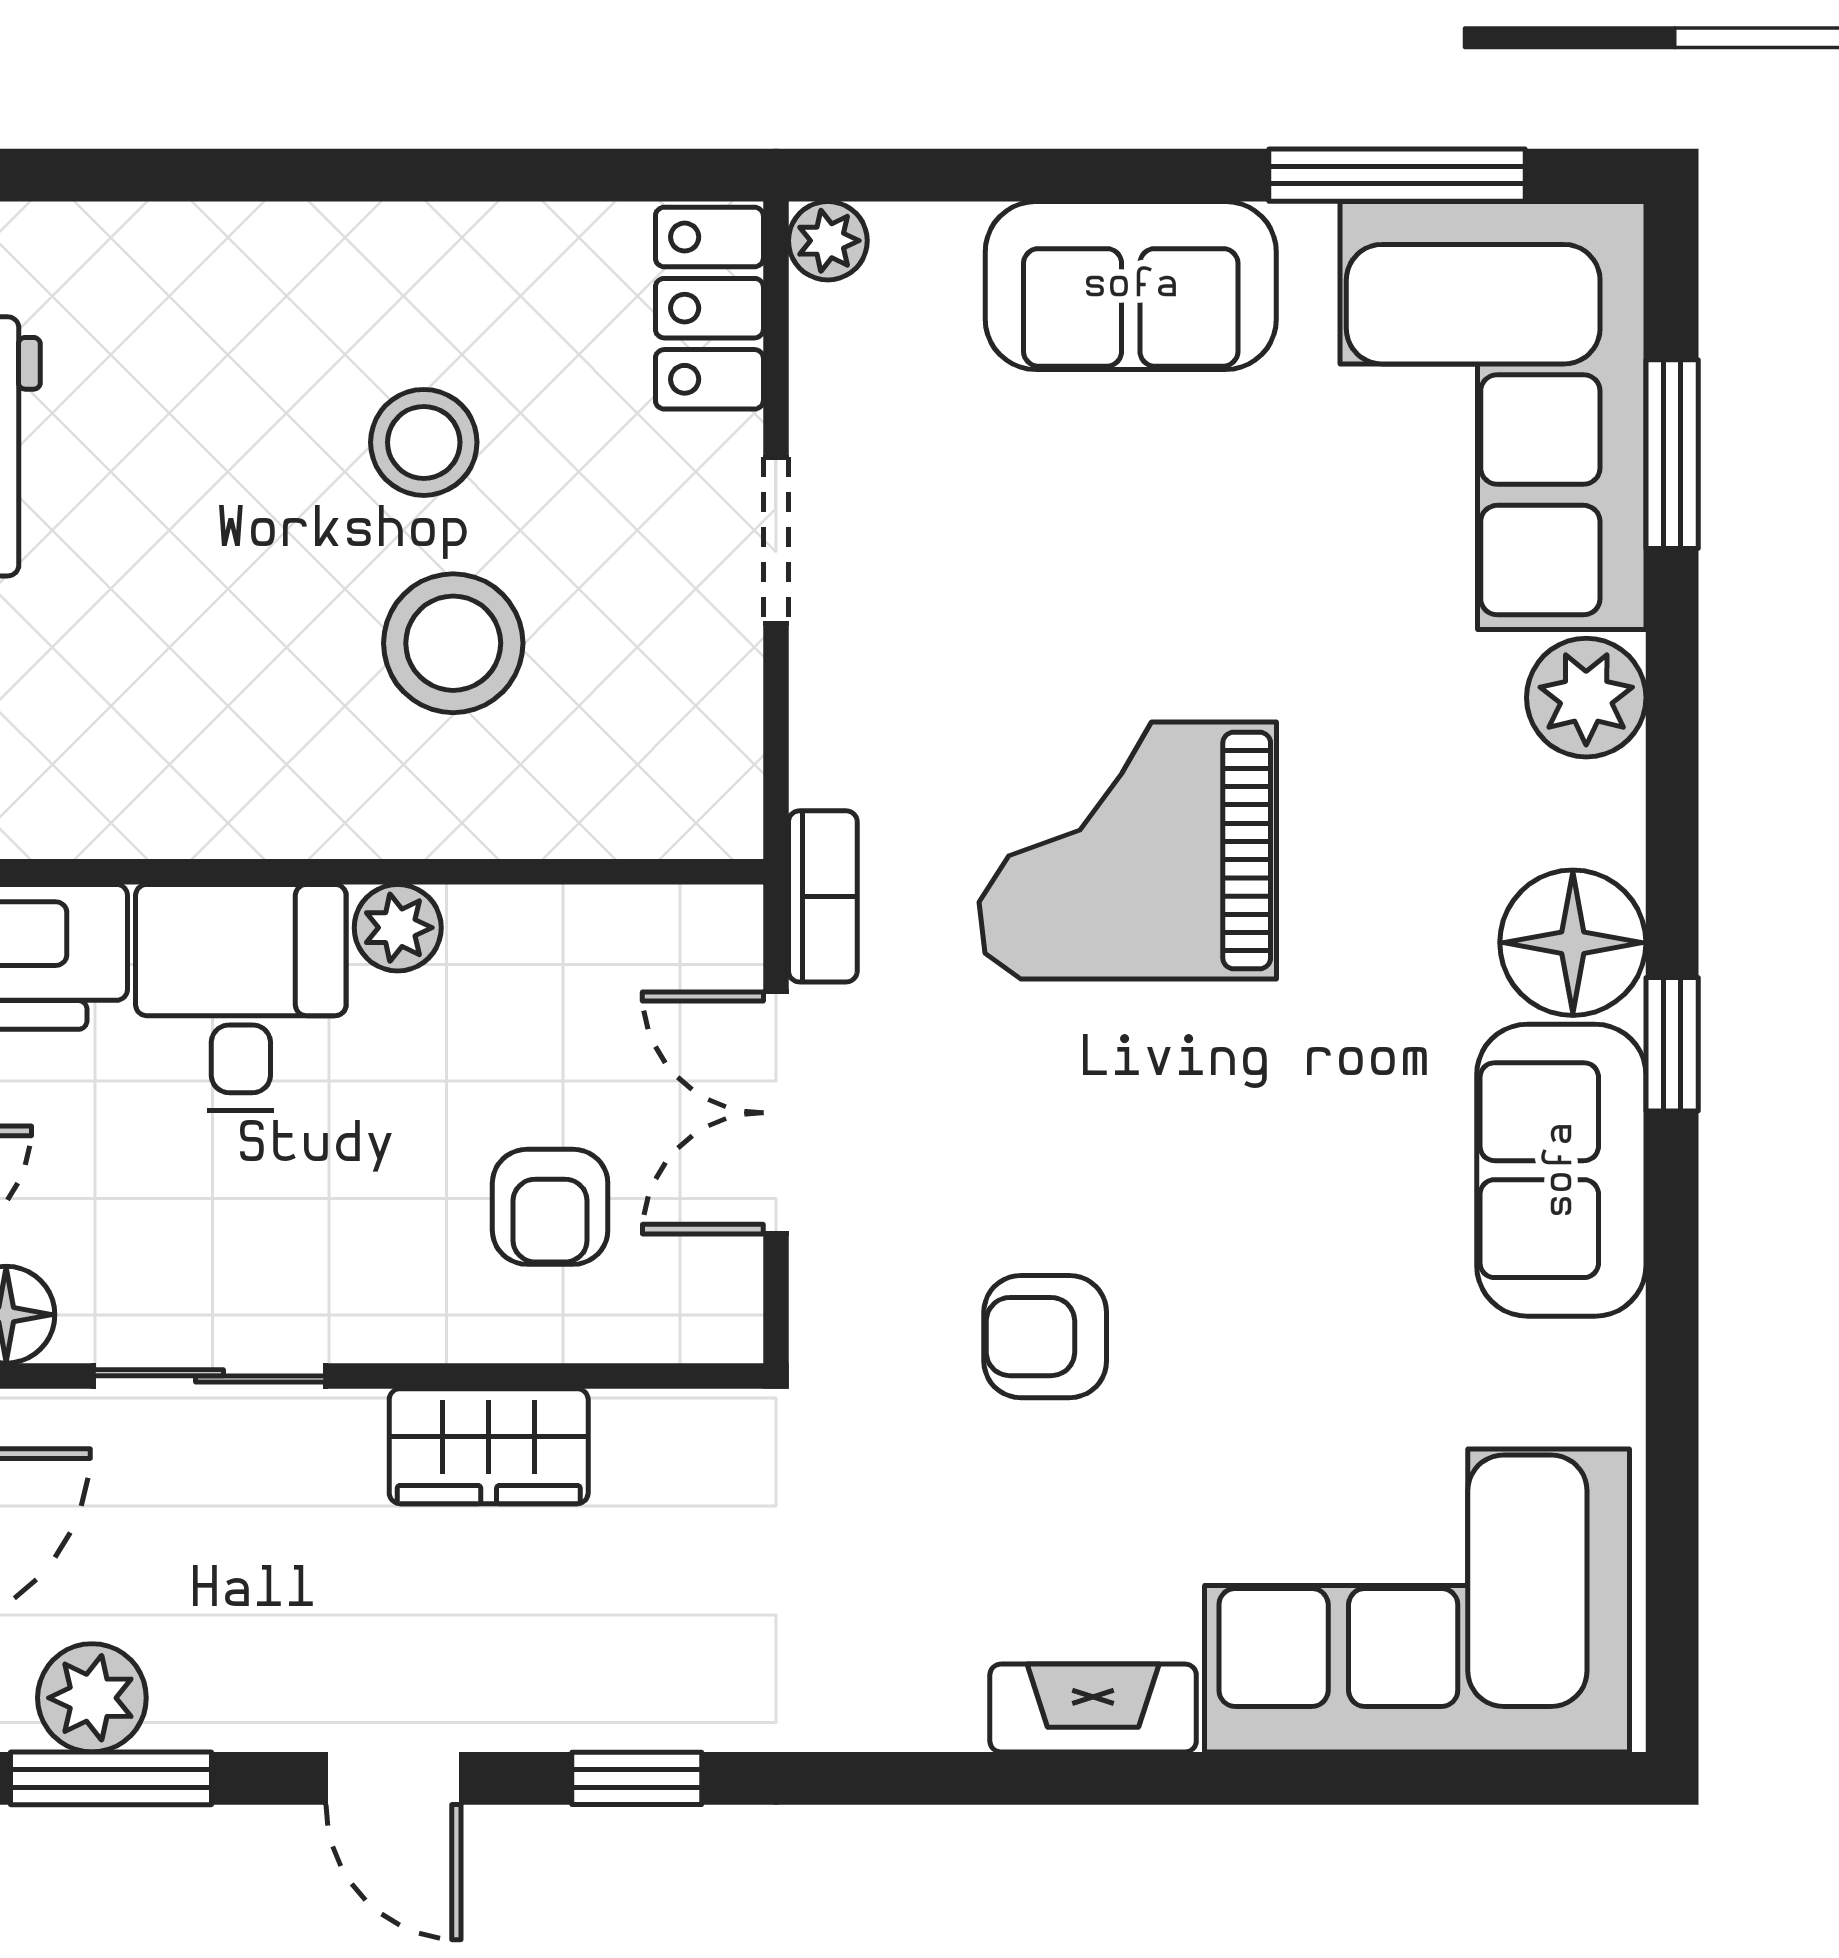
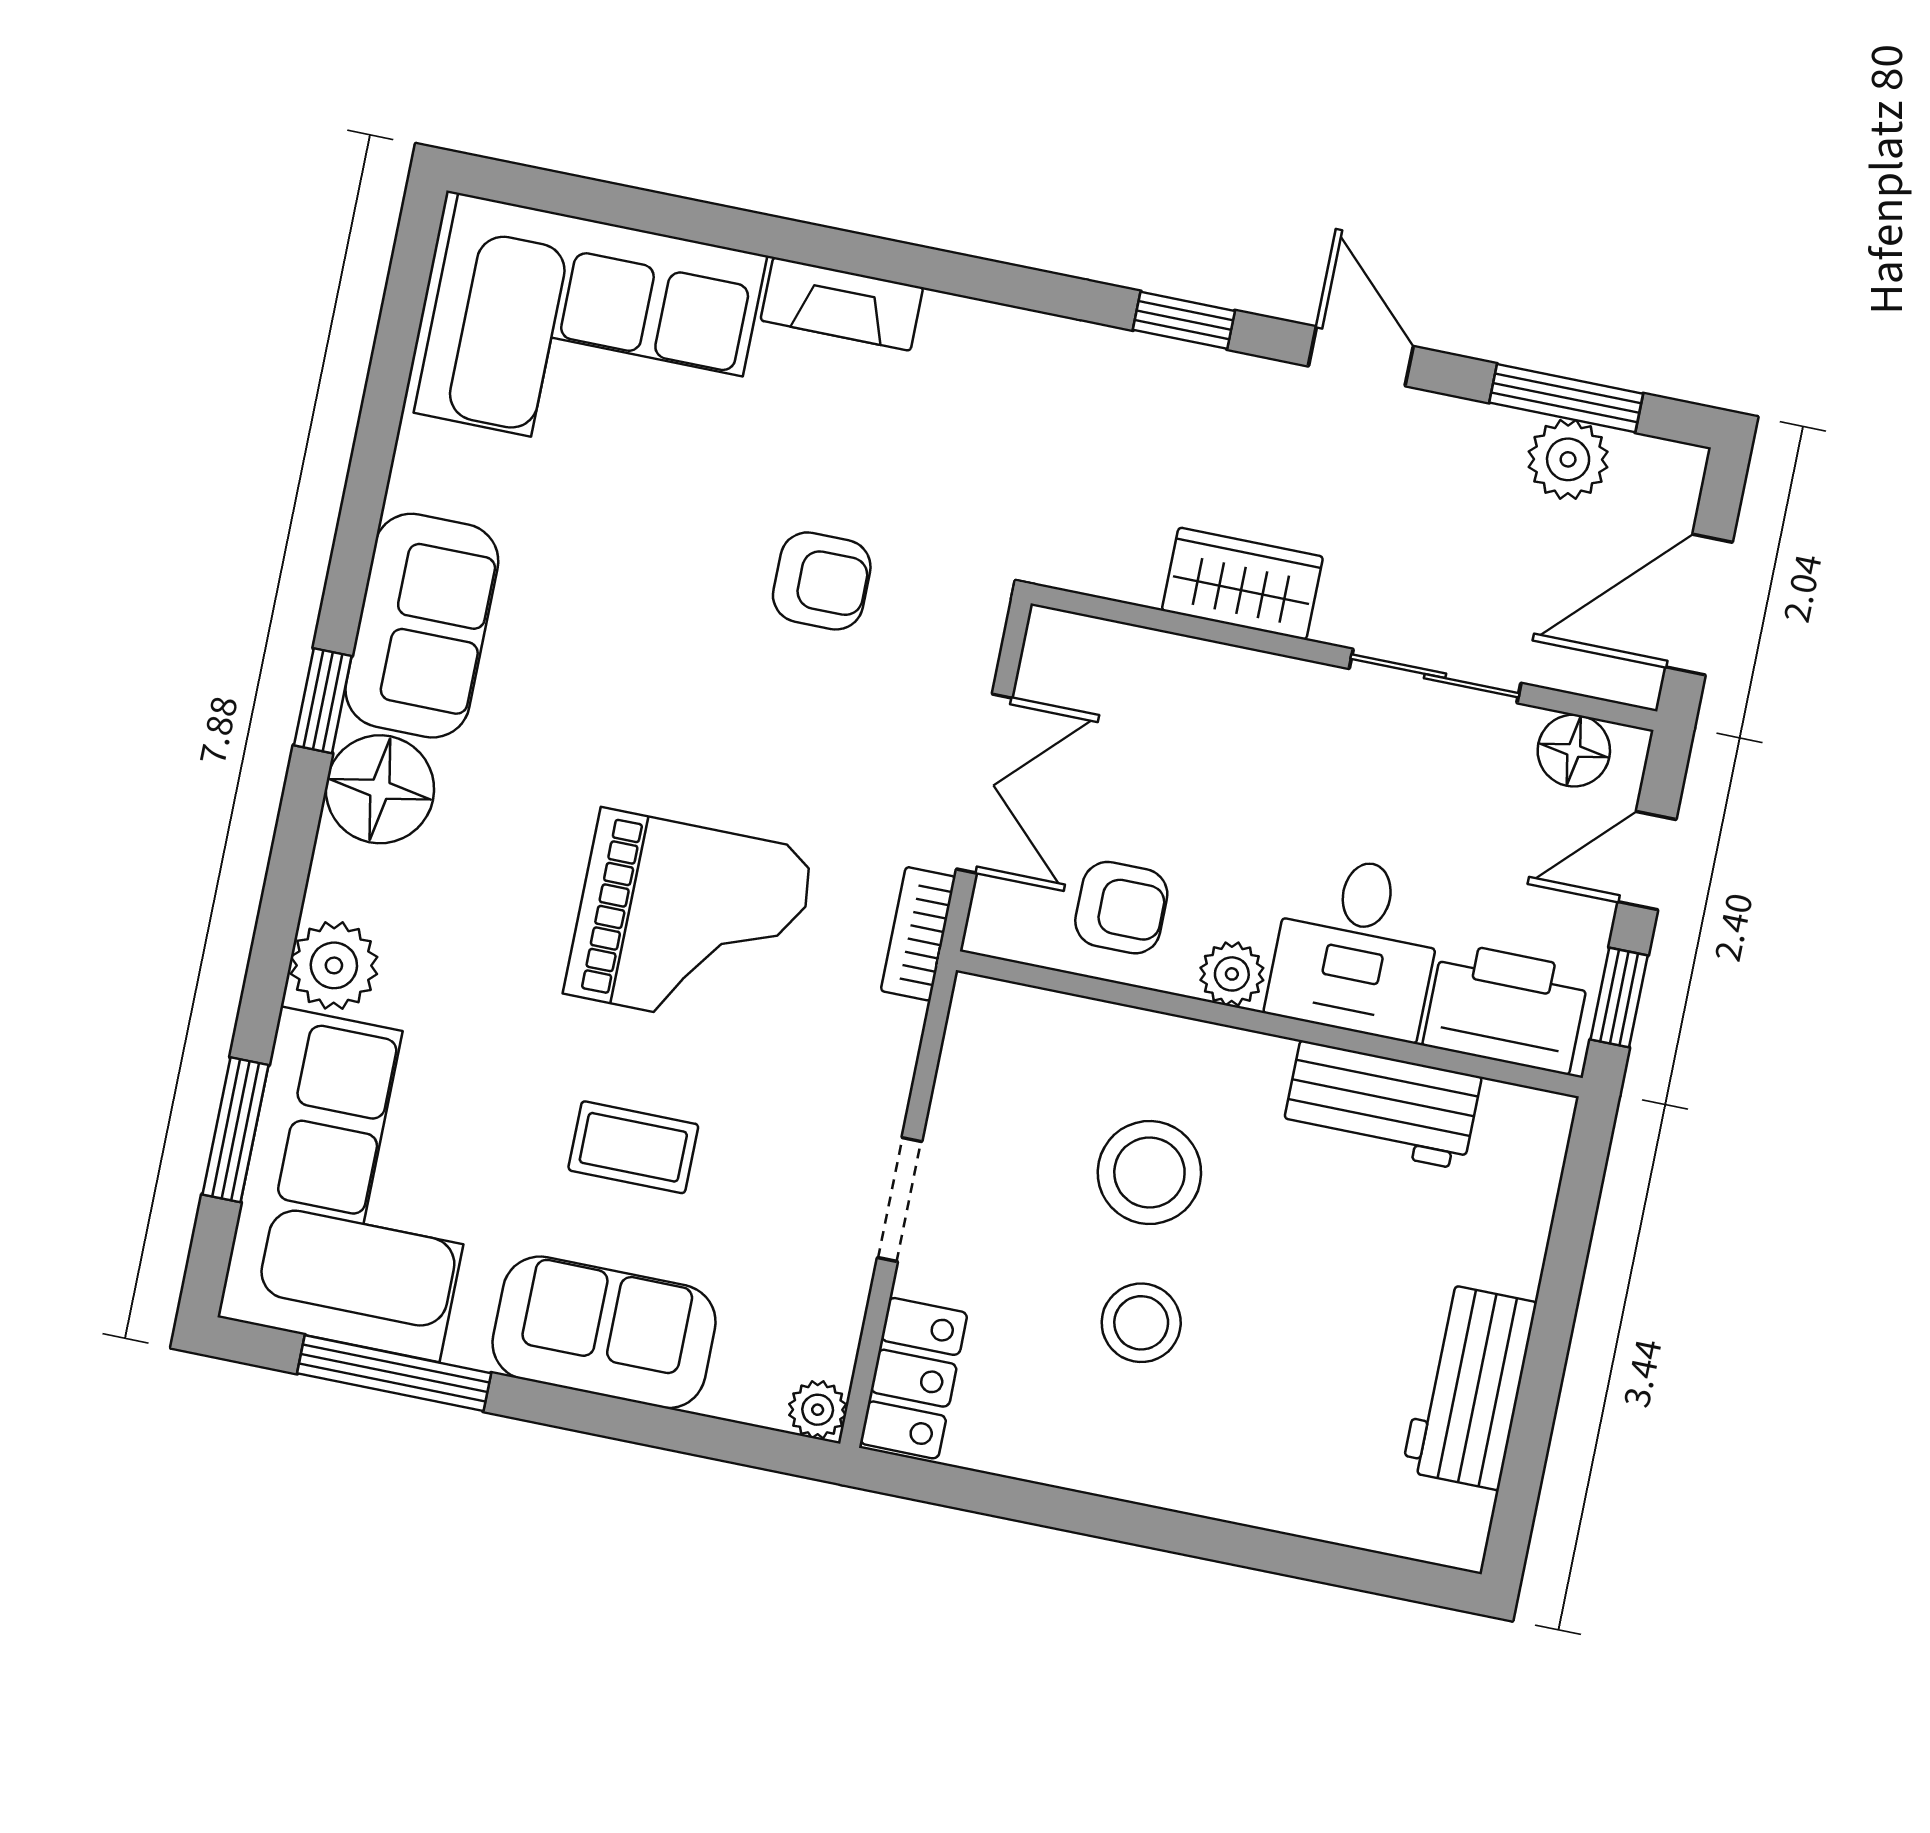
coffee table: (1142, 538) -> (633, 1147), added
workbench: (165, 795) -> (1382, 1105), added
armchair: (550, 1207) -> (1121, 908), moved, turned 90

